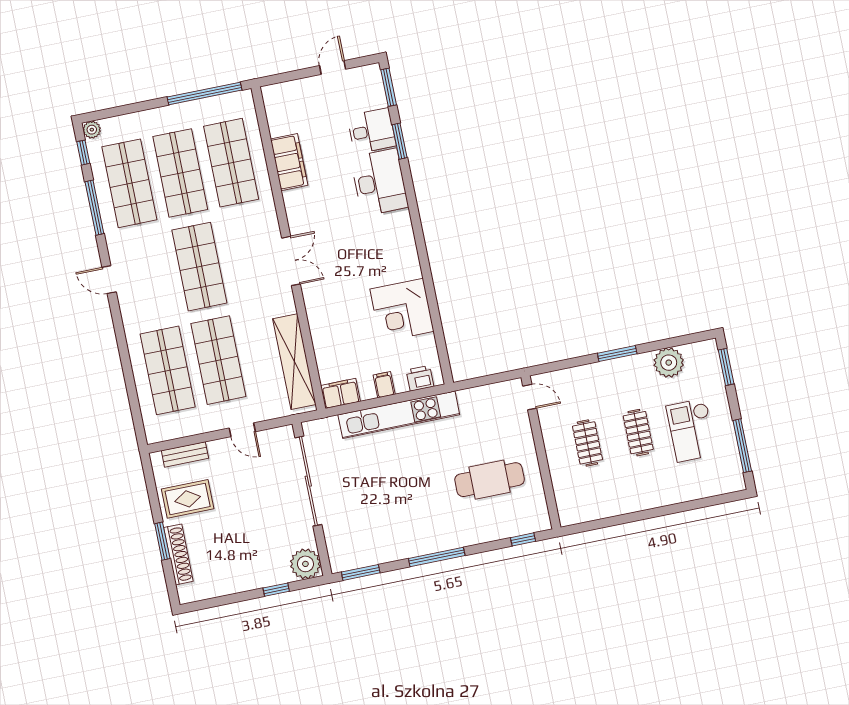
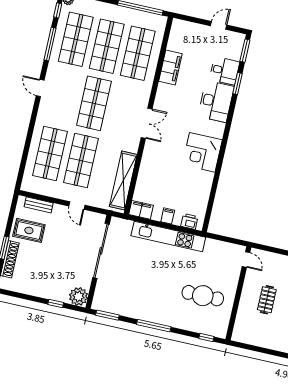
corner desk: (402, 310) -> (202, 152), moved

